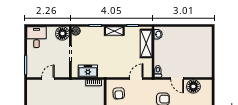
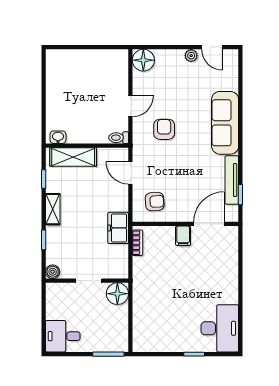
floor lamp: (62, 33) -> (117, 294), moved
freezer: (88, 71) -> (118, 228), moved
door: (48, 79) -> (130, 318), removed
floor lamp: (193, 86) -> (143, 60), moved

